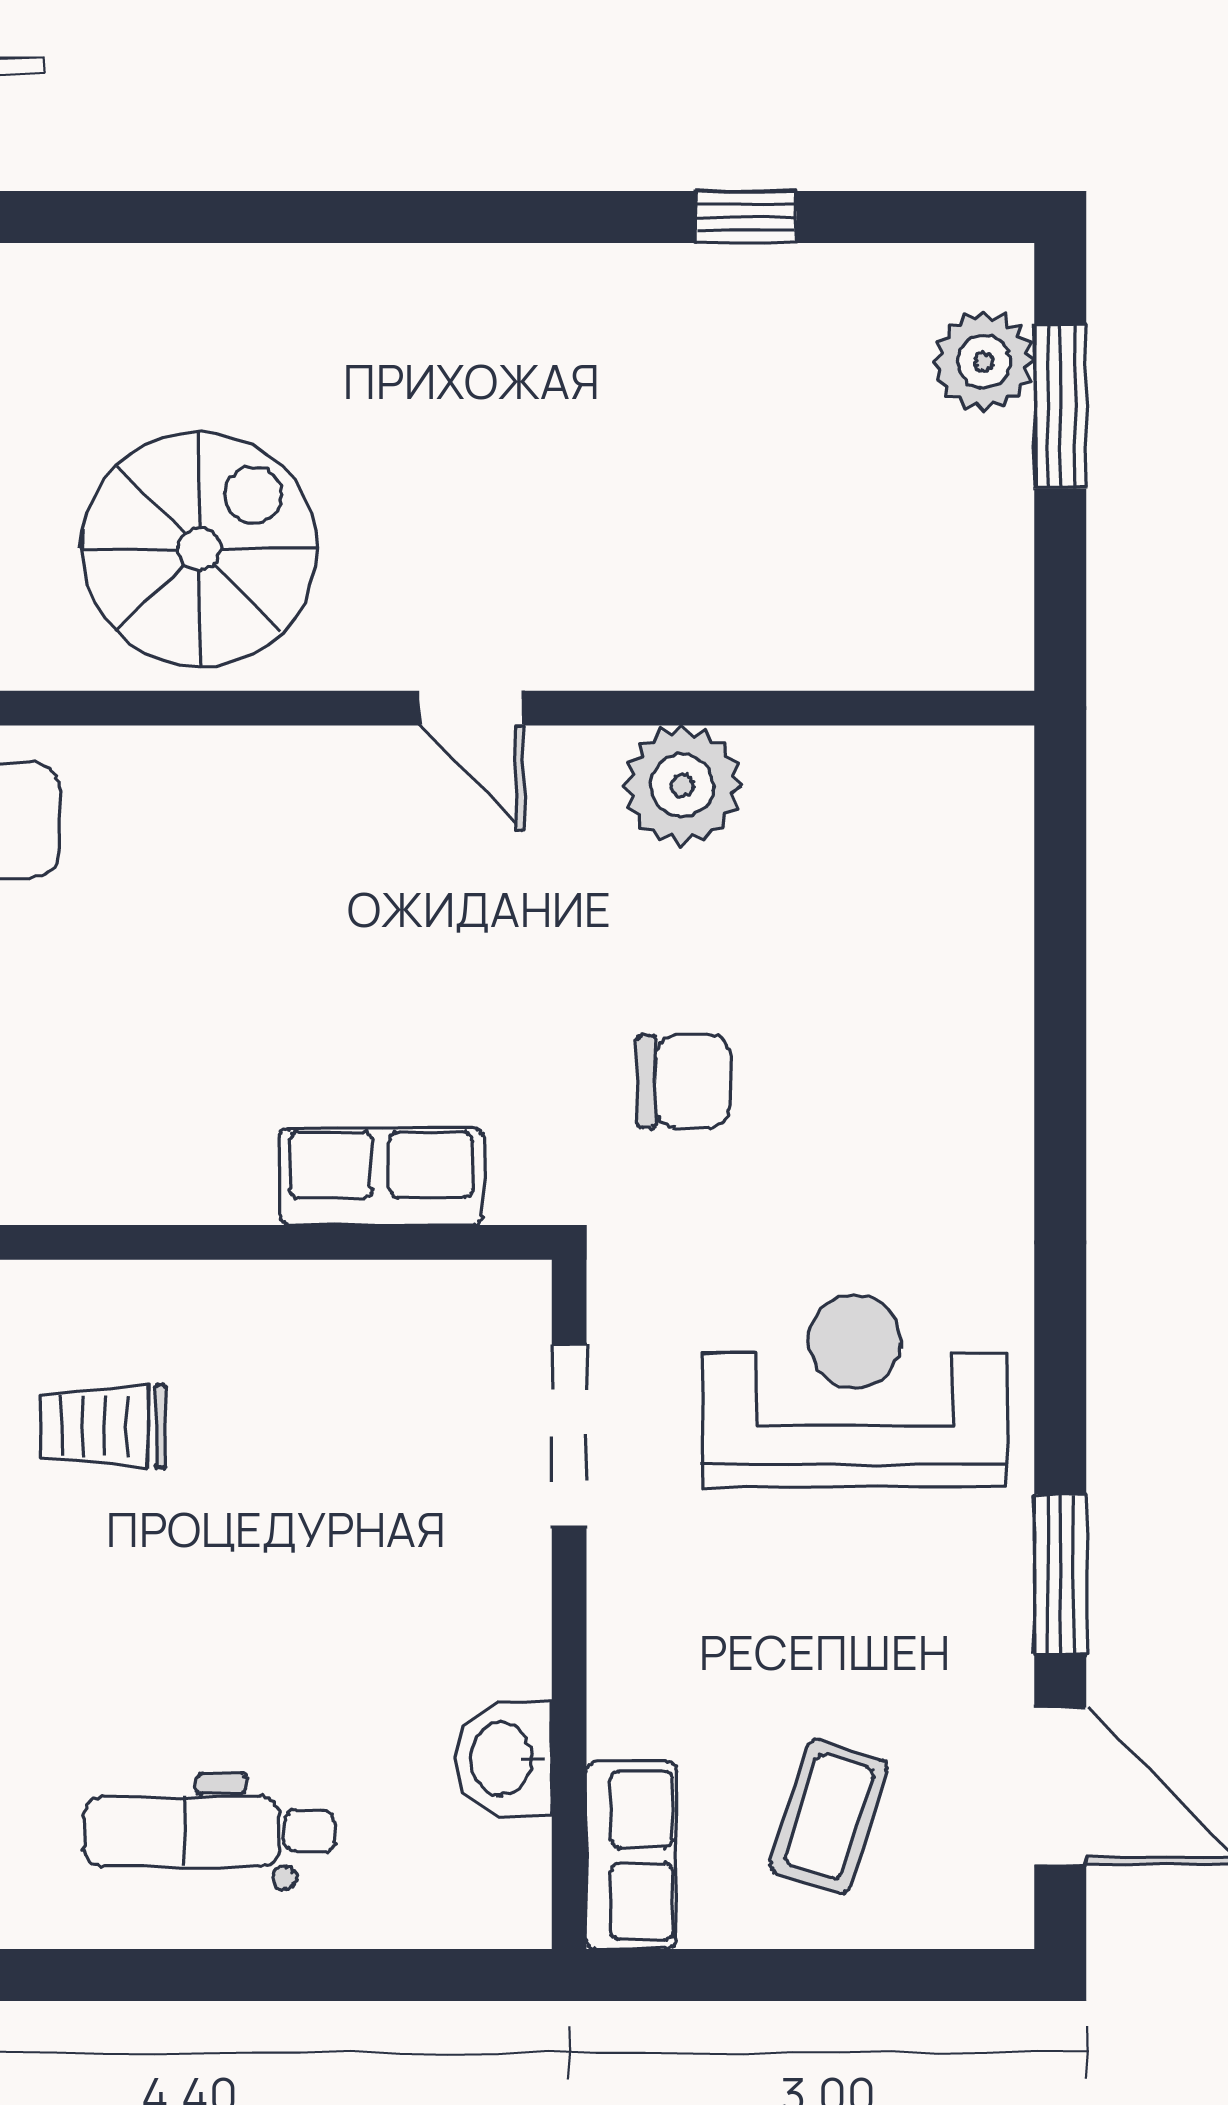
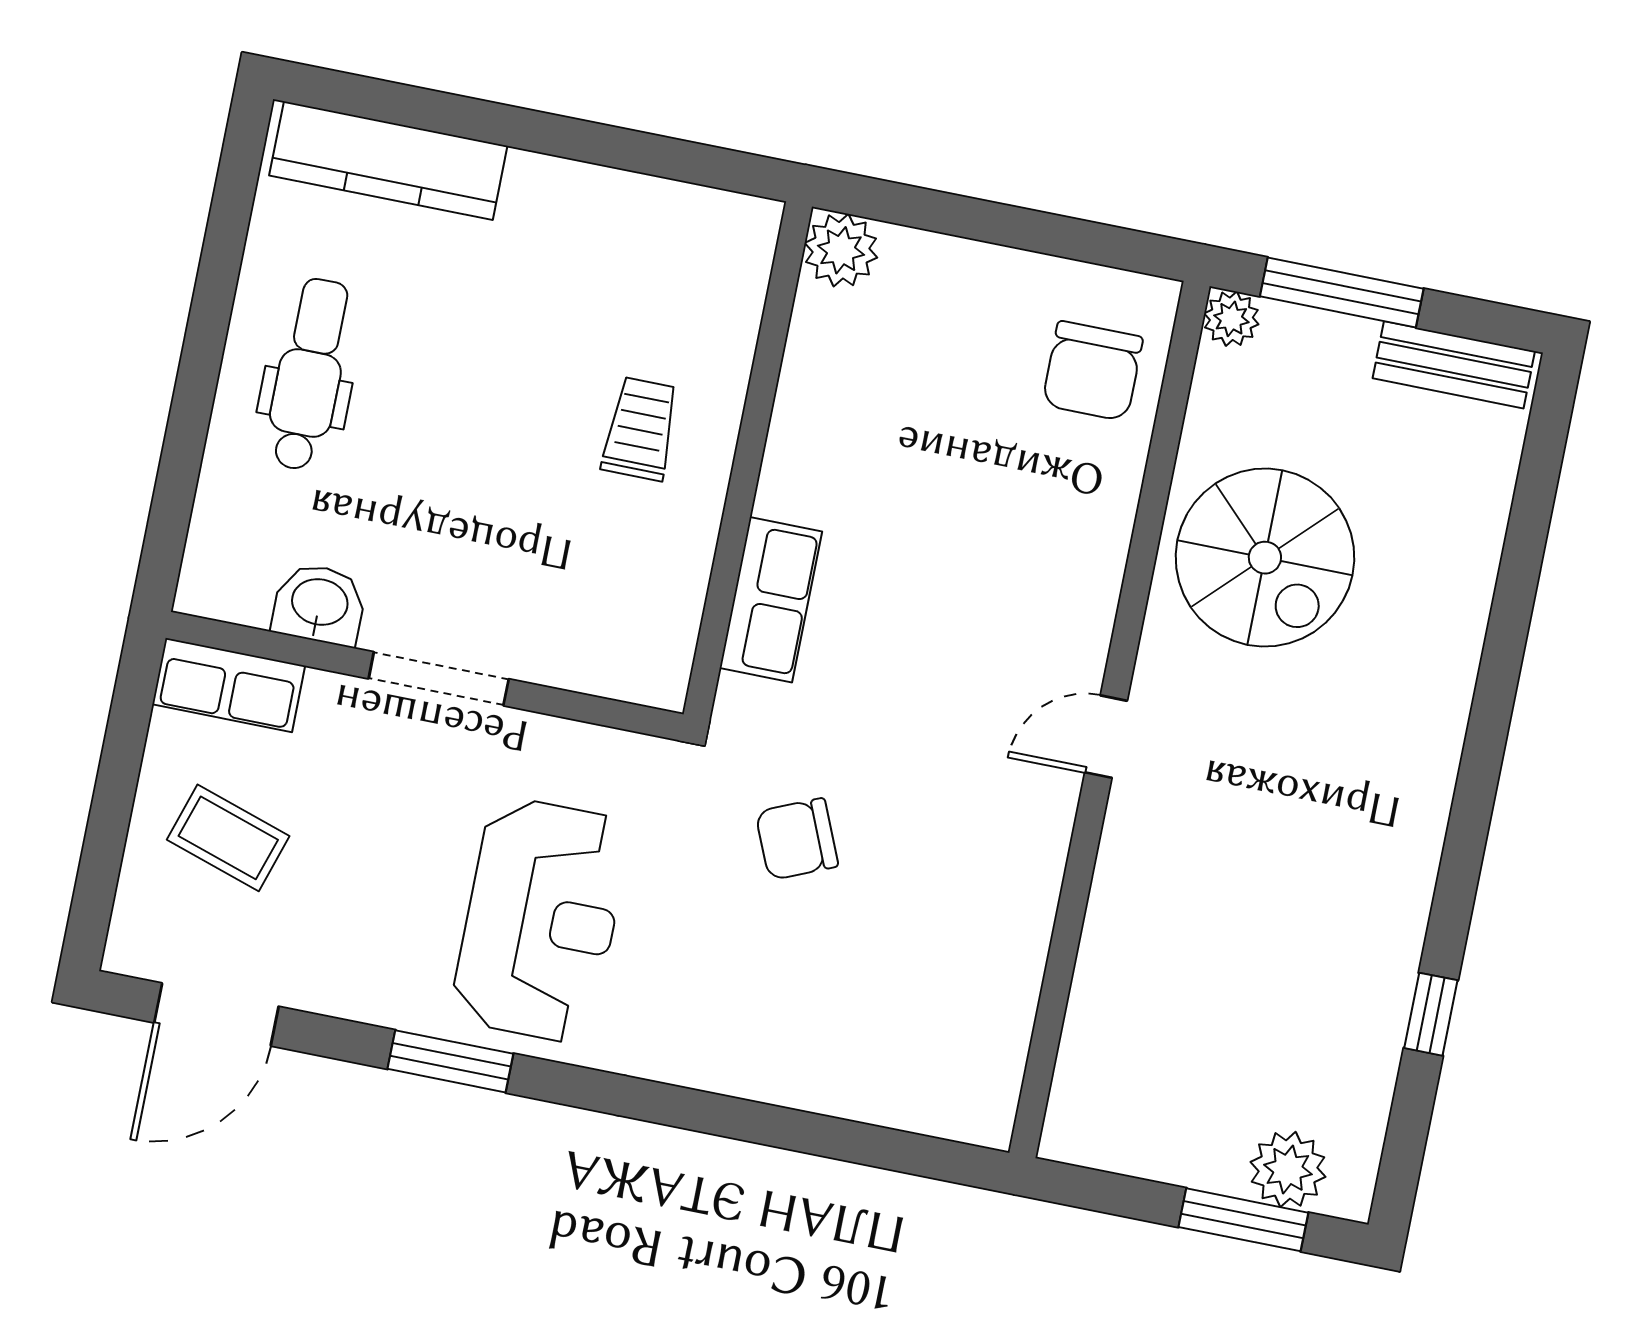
plant: (682, 786) -> (1017, 882), removed
chair: (684, 1081) -> (797, 839), turned 67
trolley: (103, 1427) -> (640, 429), moved
doorway: (569, 1436) -> (439, 679), moved
window: (1060, 1574) -> (450, 1061), moved

